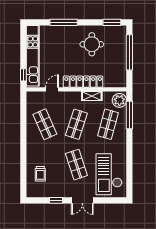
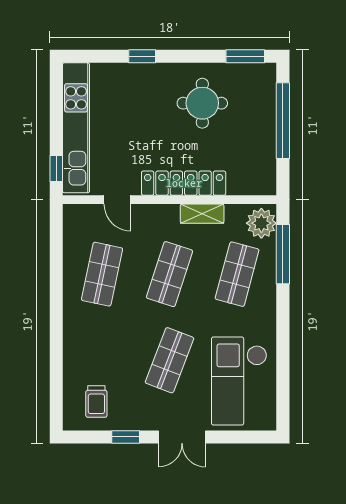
window: (64, 22) -> (142, 56), width x0.46
door: (52, 89) -> (117, 200), swing flipped
shop shelf: (45, 124) -> (102, 274), turned 36
shop shelf: (76, 165) -> (170, 360), turned 39
trolley: (40, 174) -> (96, 402), moved

